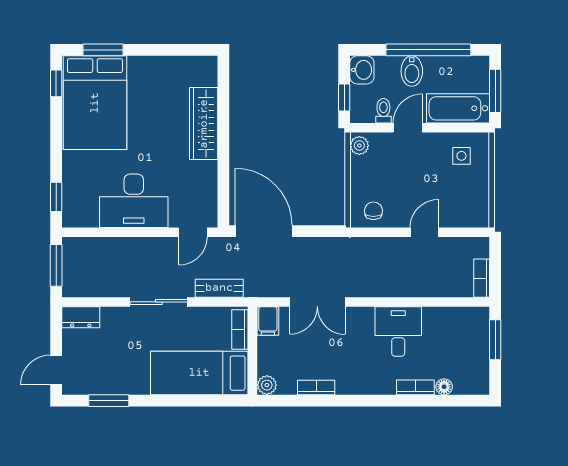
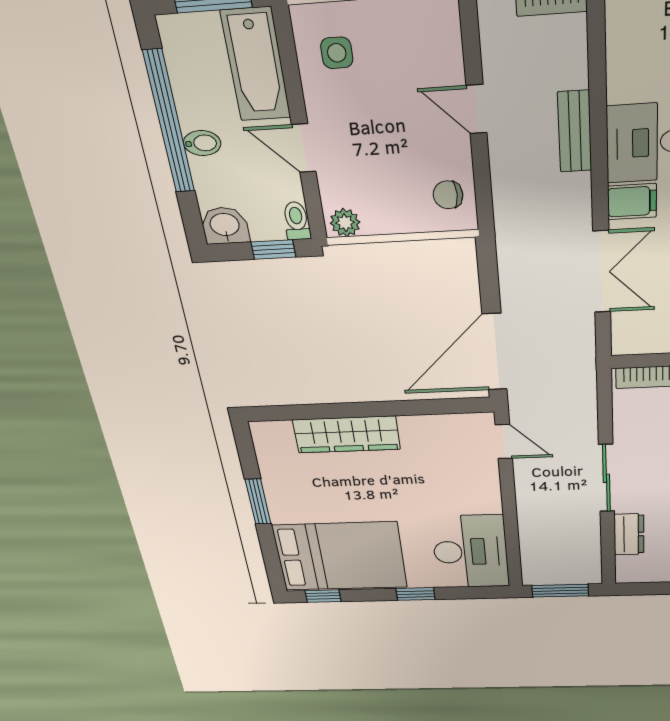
window: (103, 50) -> (258, 502), moved
bidet: (412, 71) -> (202, 143), width x0.72, depth x0.74
toilet: (383, 111) -> (297, 221), moved, turned 90
window: (56, 197) -> (415, 594), moved
desk: (134, 201) -> (470, 552), moved
bench: (219, 288) -> (575, 132), moved
dresser: (81, 317) -> (629, 534), moved
filing cabinet: (268, 321) -> (632, 202), moved

